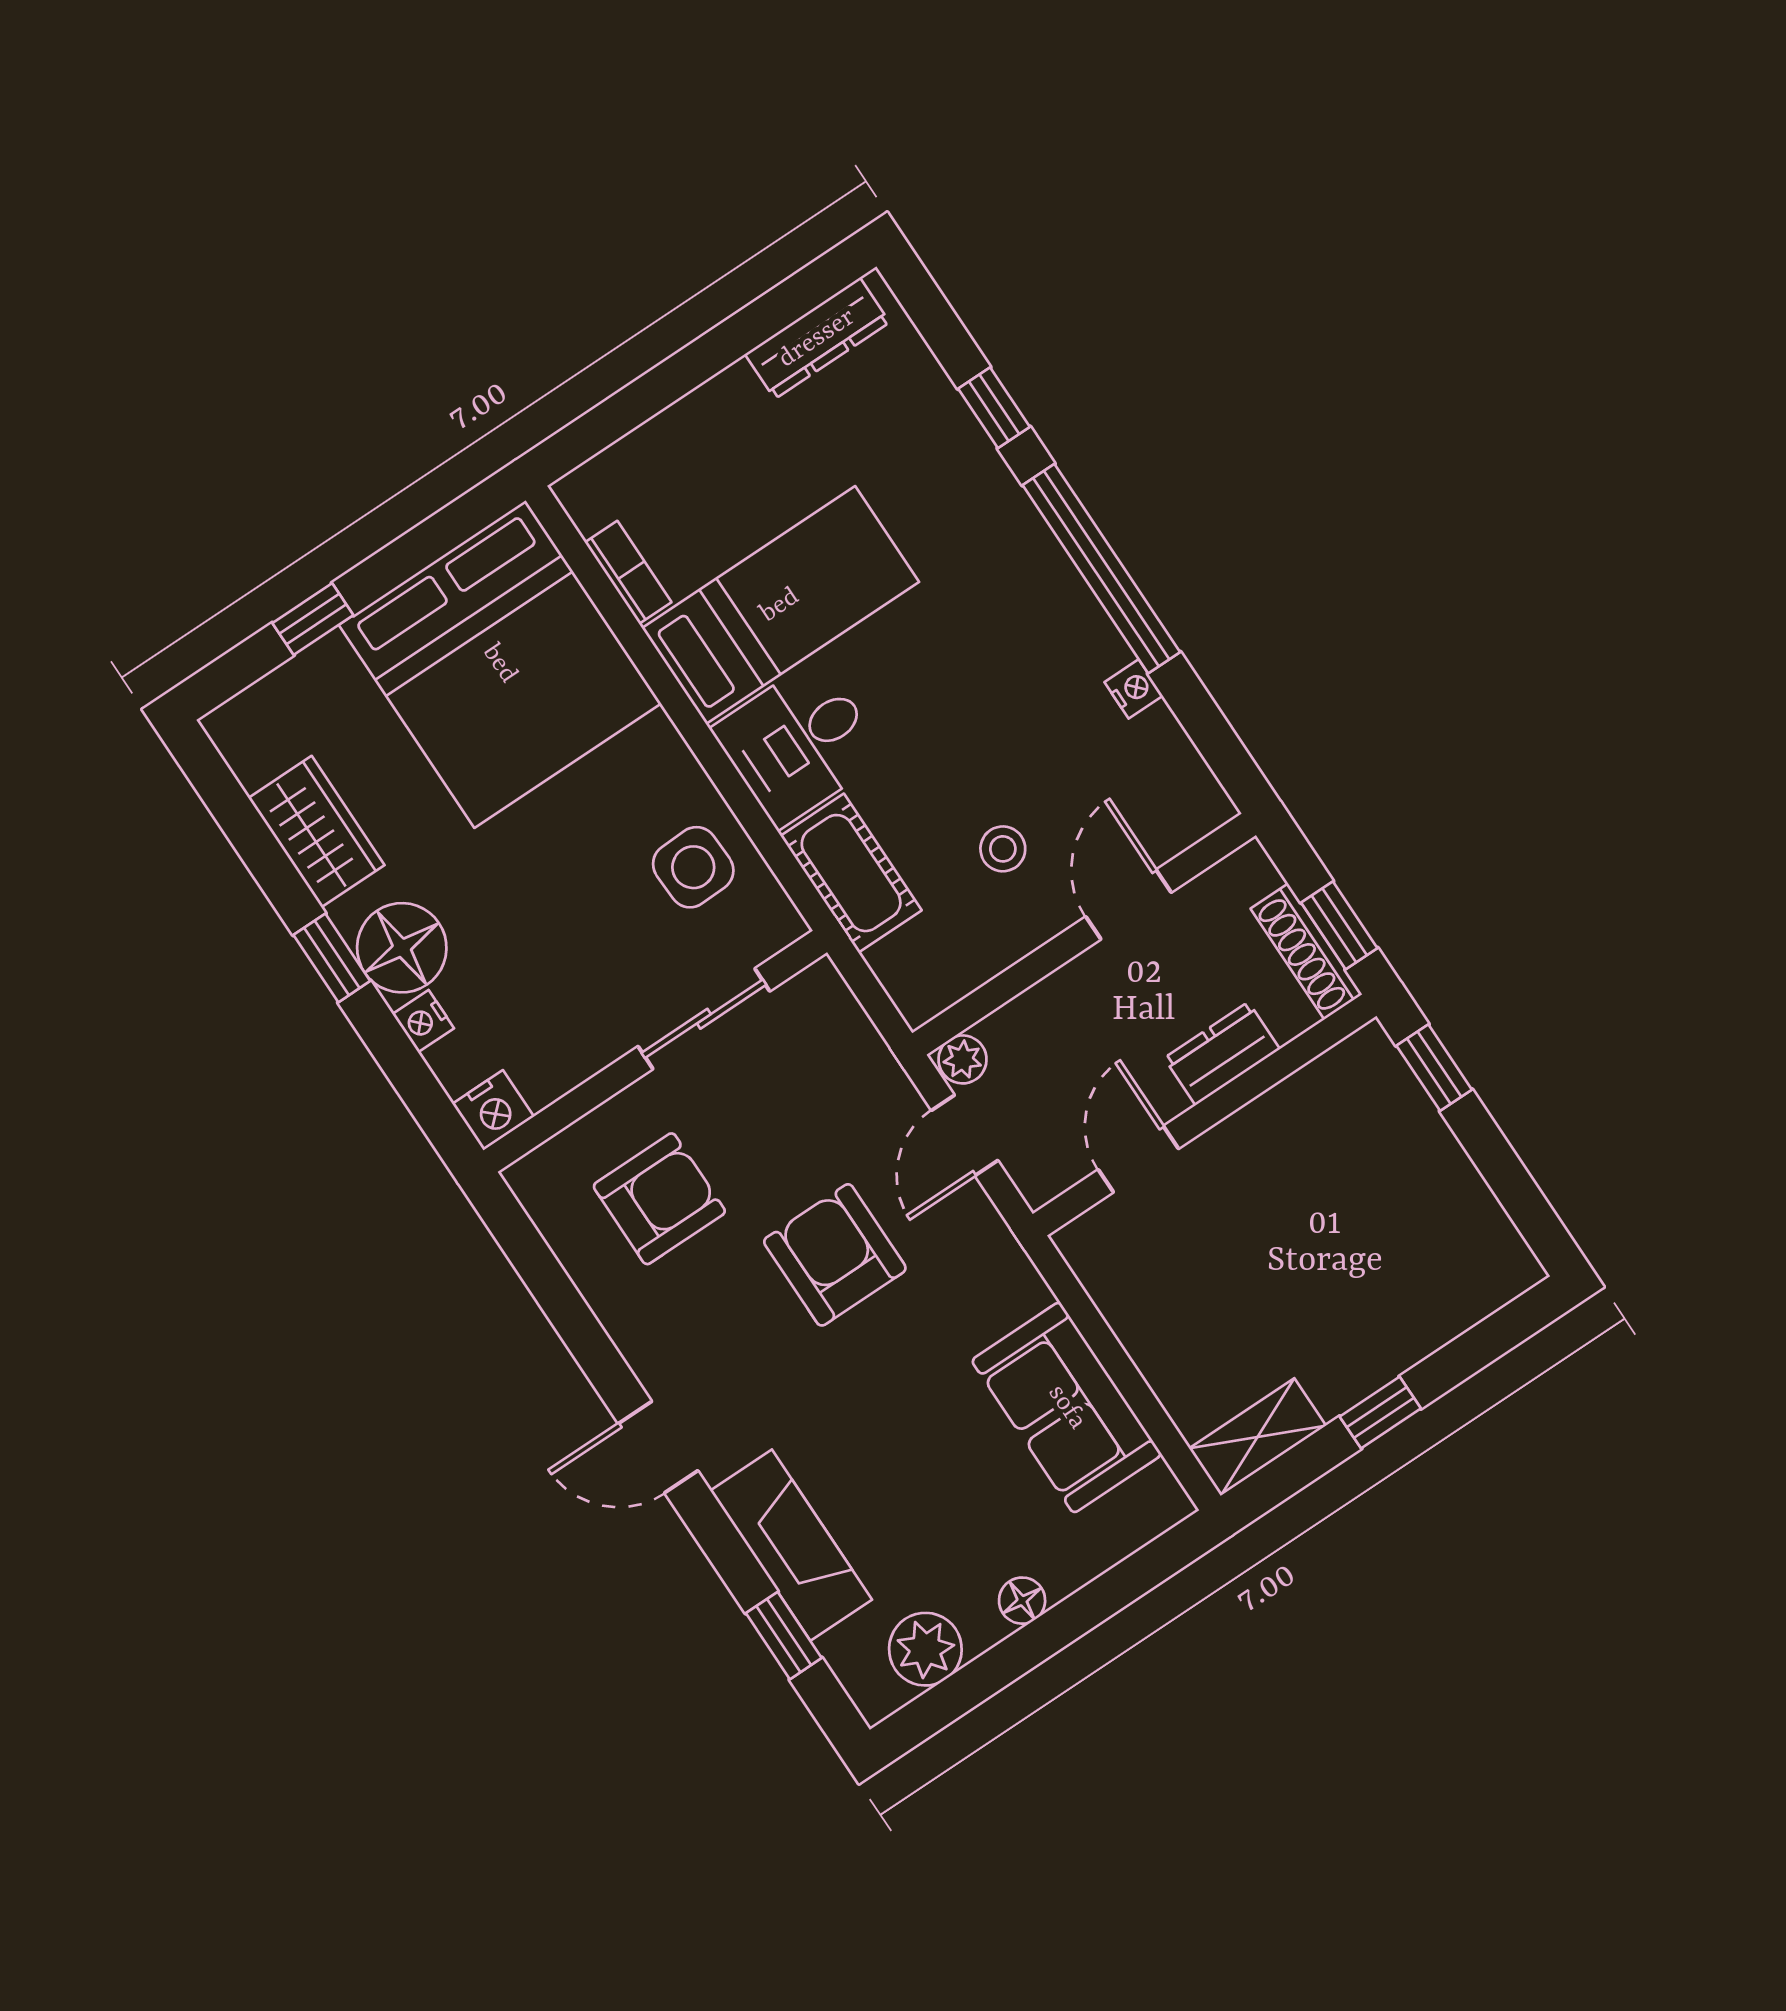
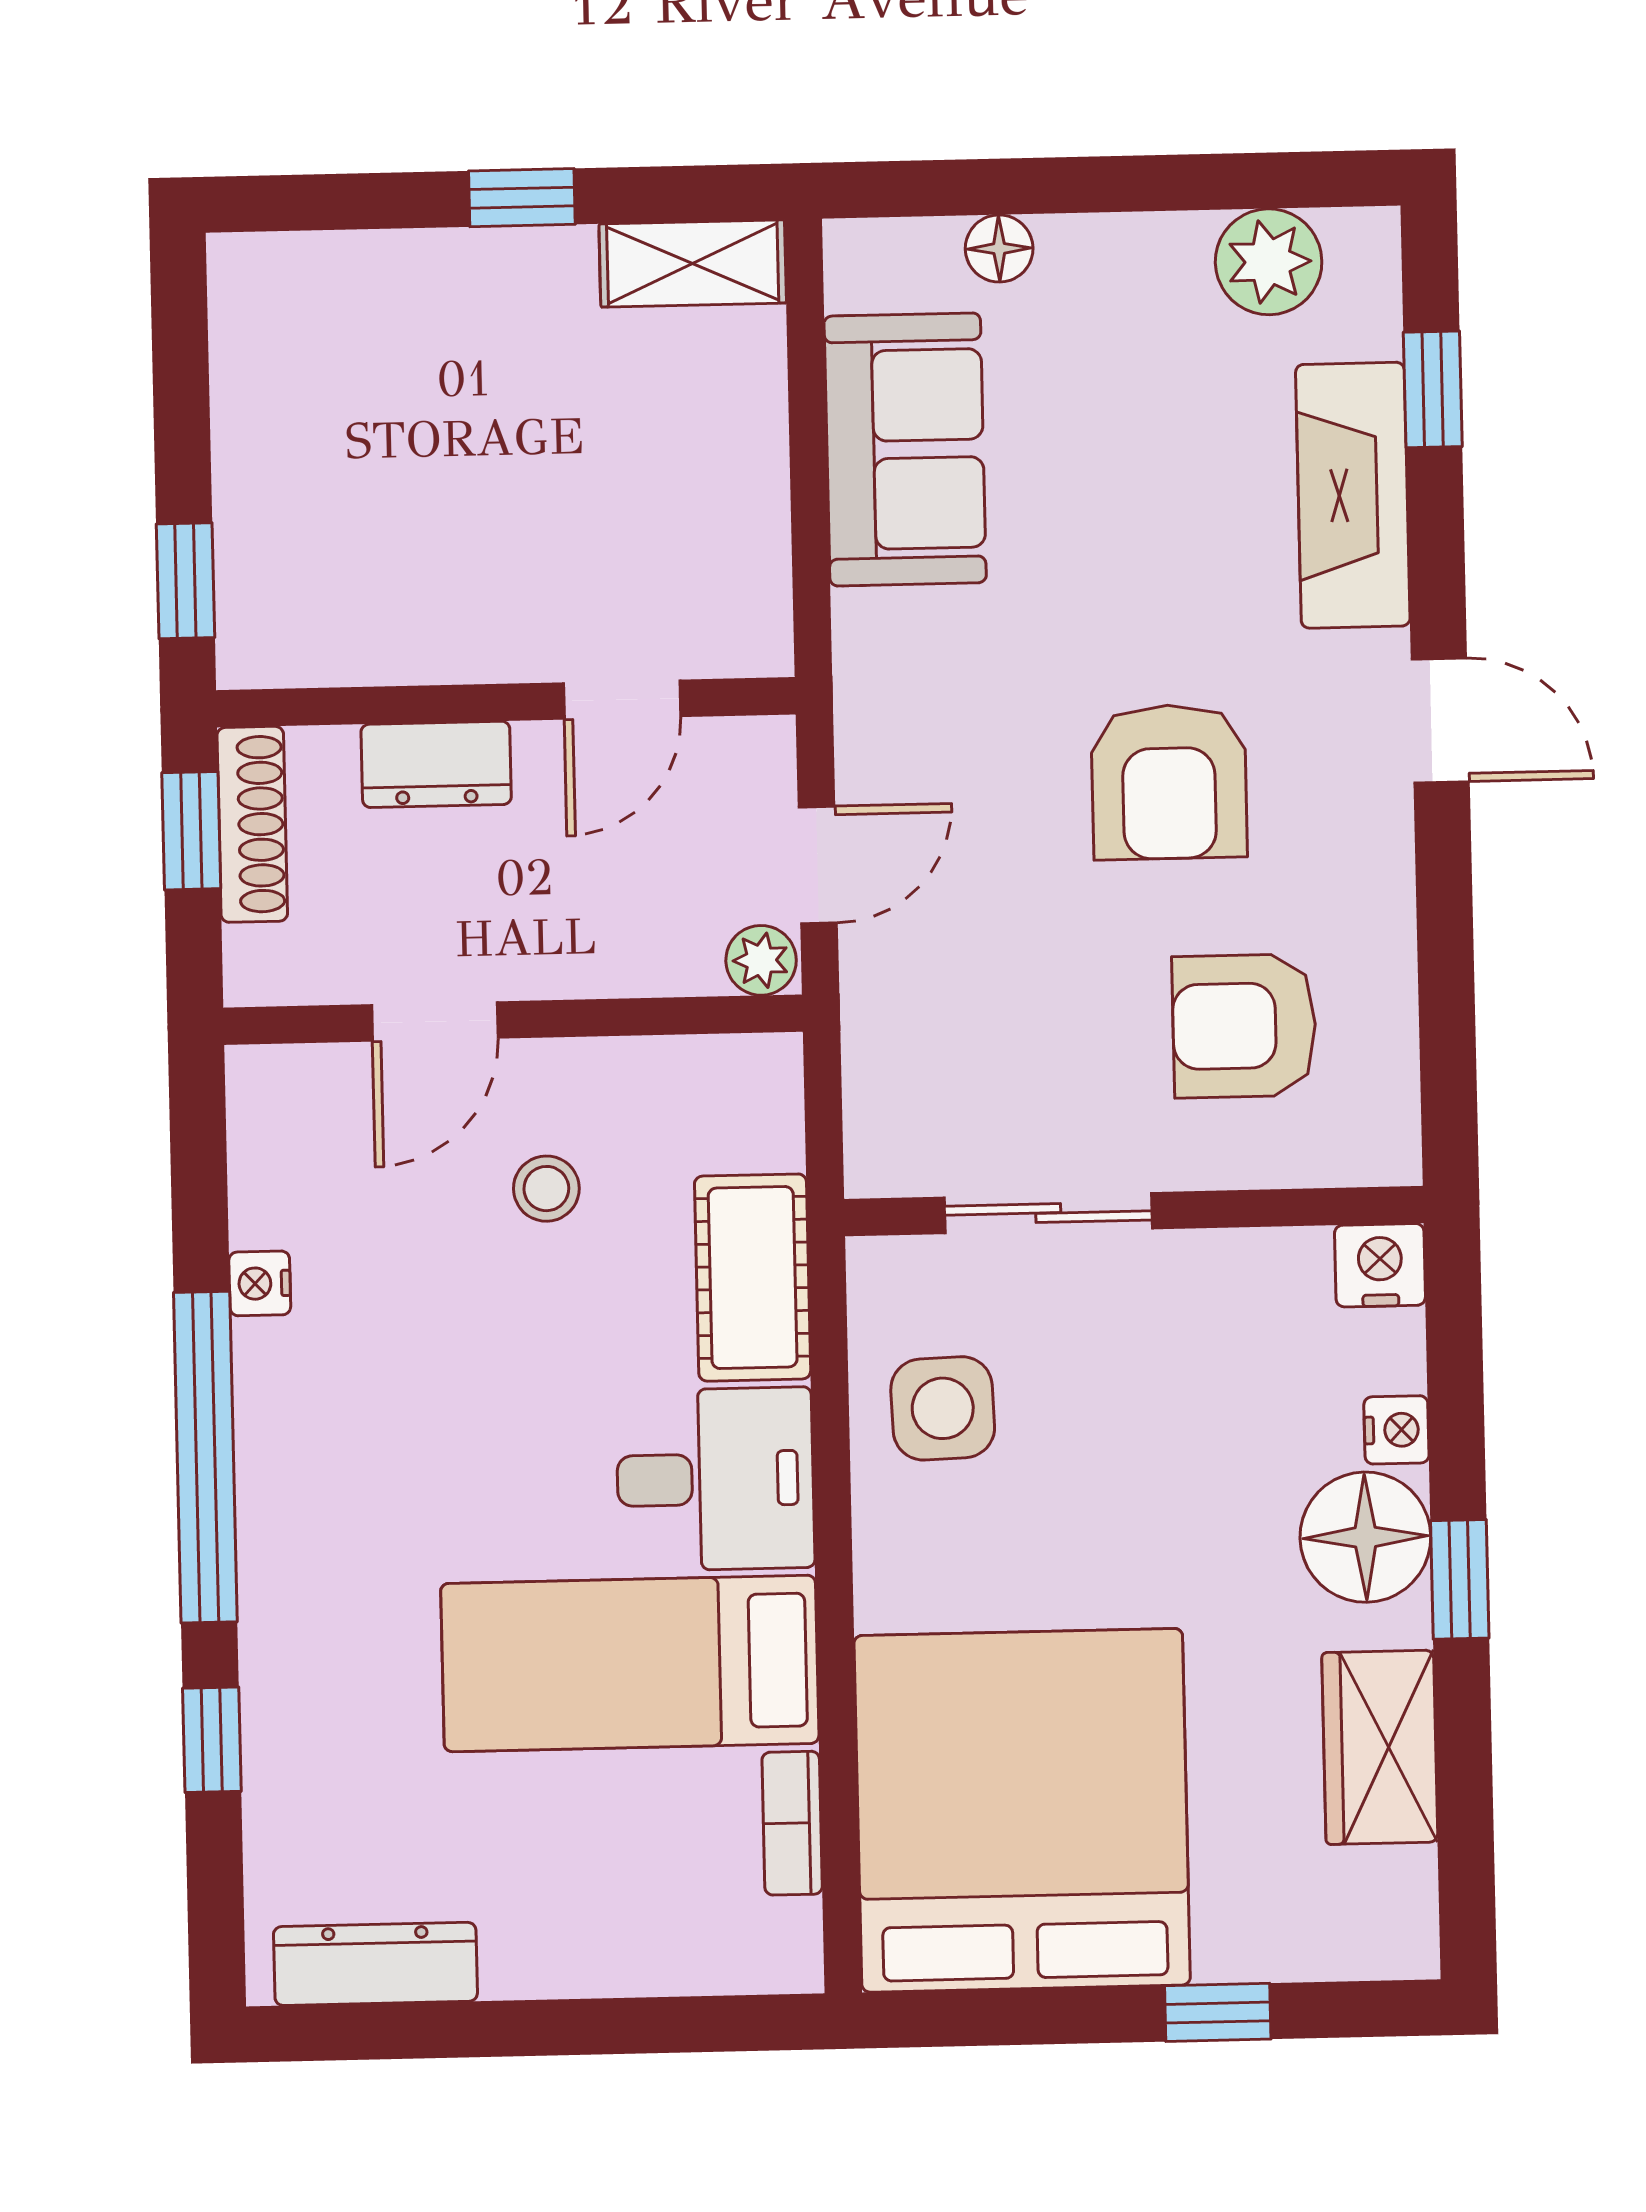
armchair: (835, 1255) -> (1169, 782), moved
floor lamp: (1022, 1601) -> (999, 248), moved

